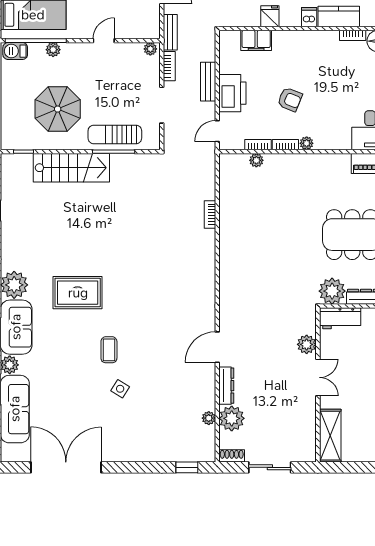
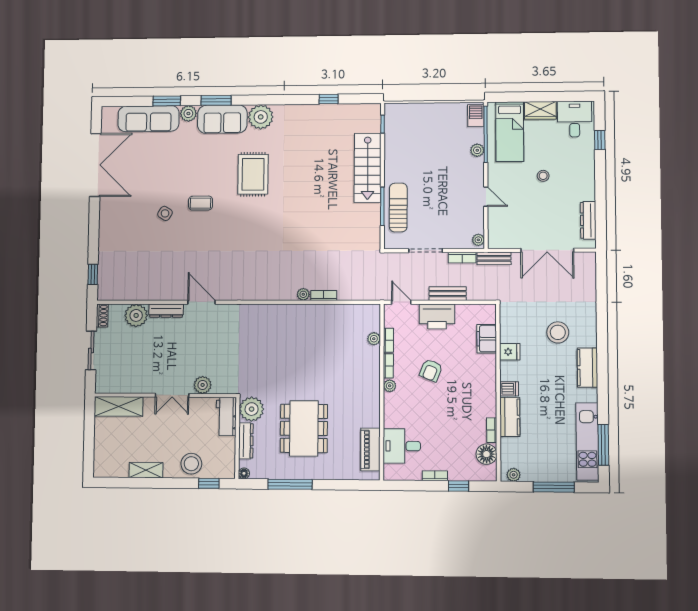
parasol: (58, 109) -> (422, 155), removed
plant: (209, 418) -> (303, 294), moved

